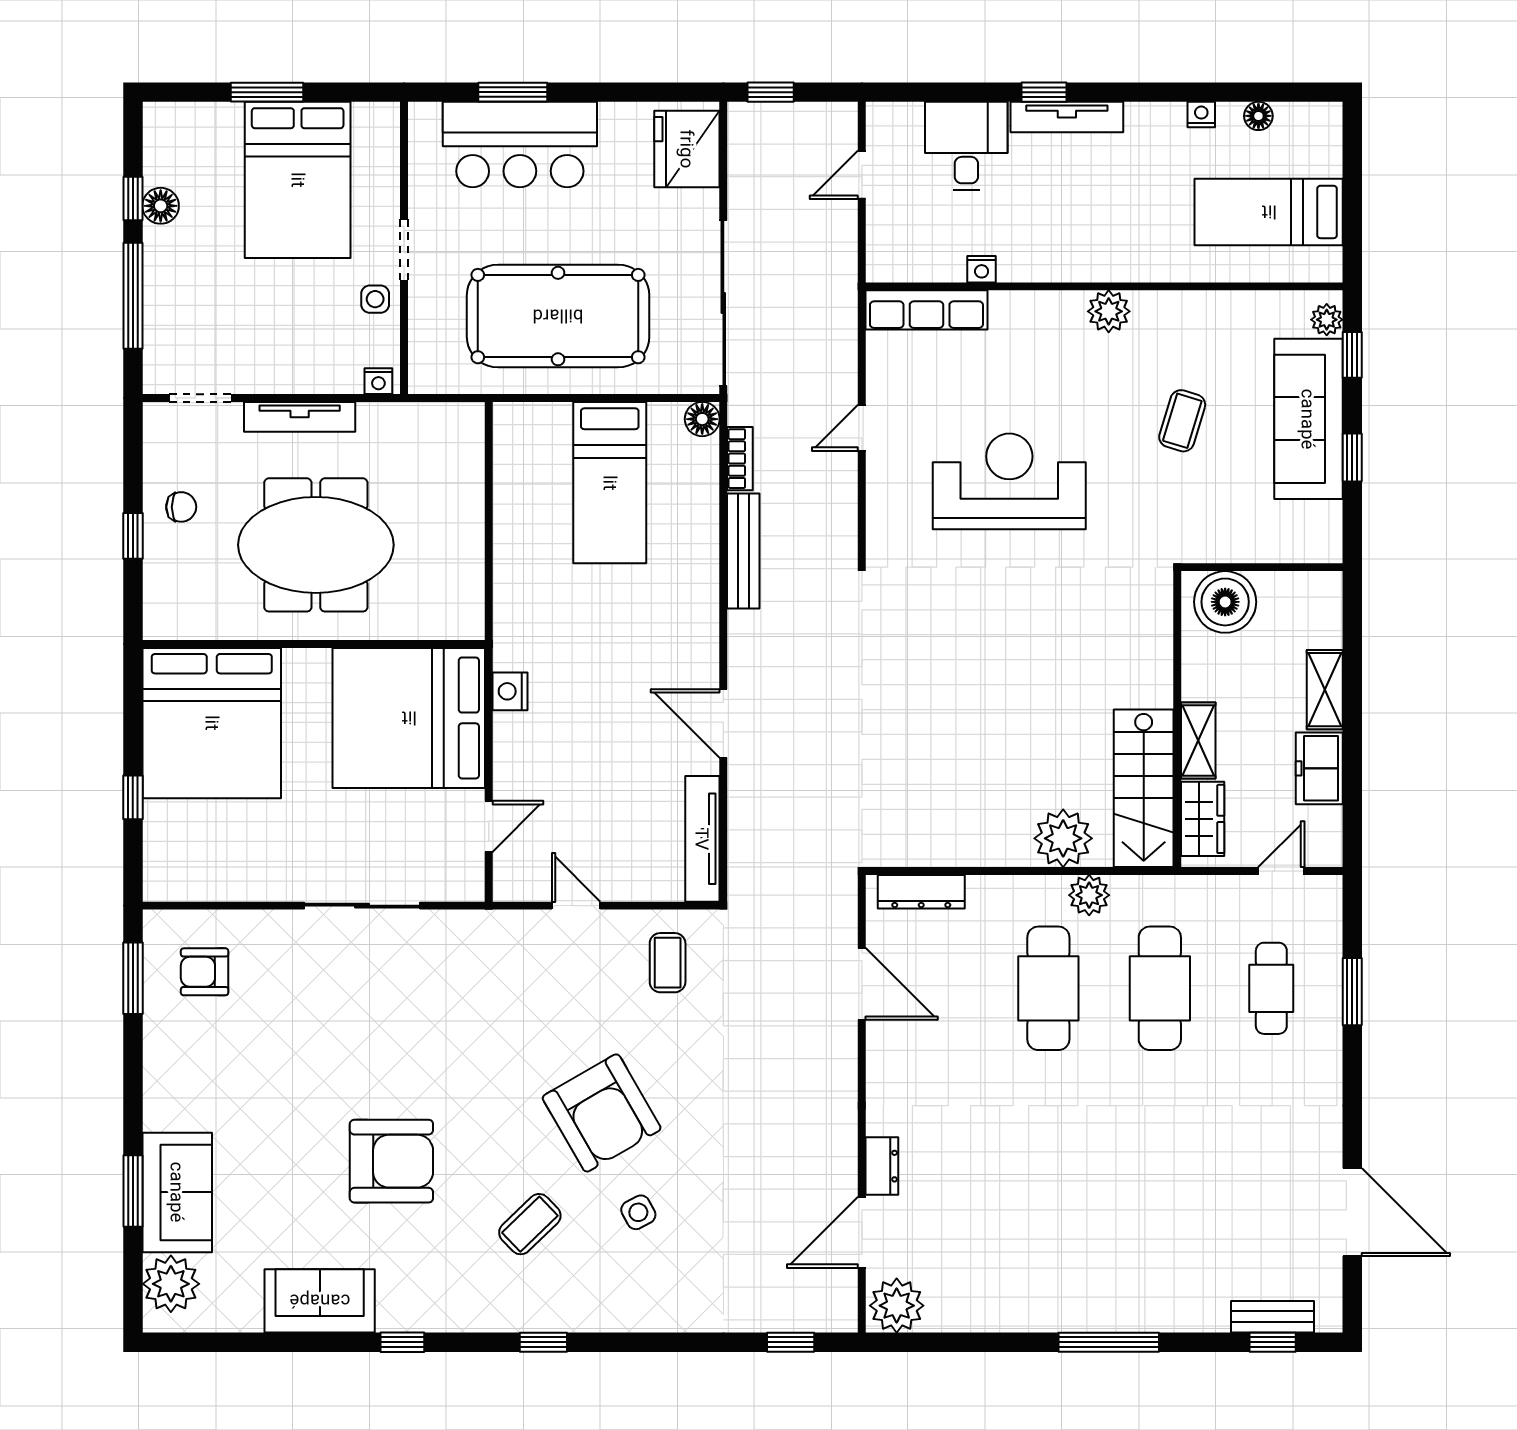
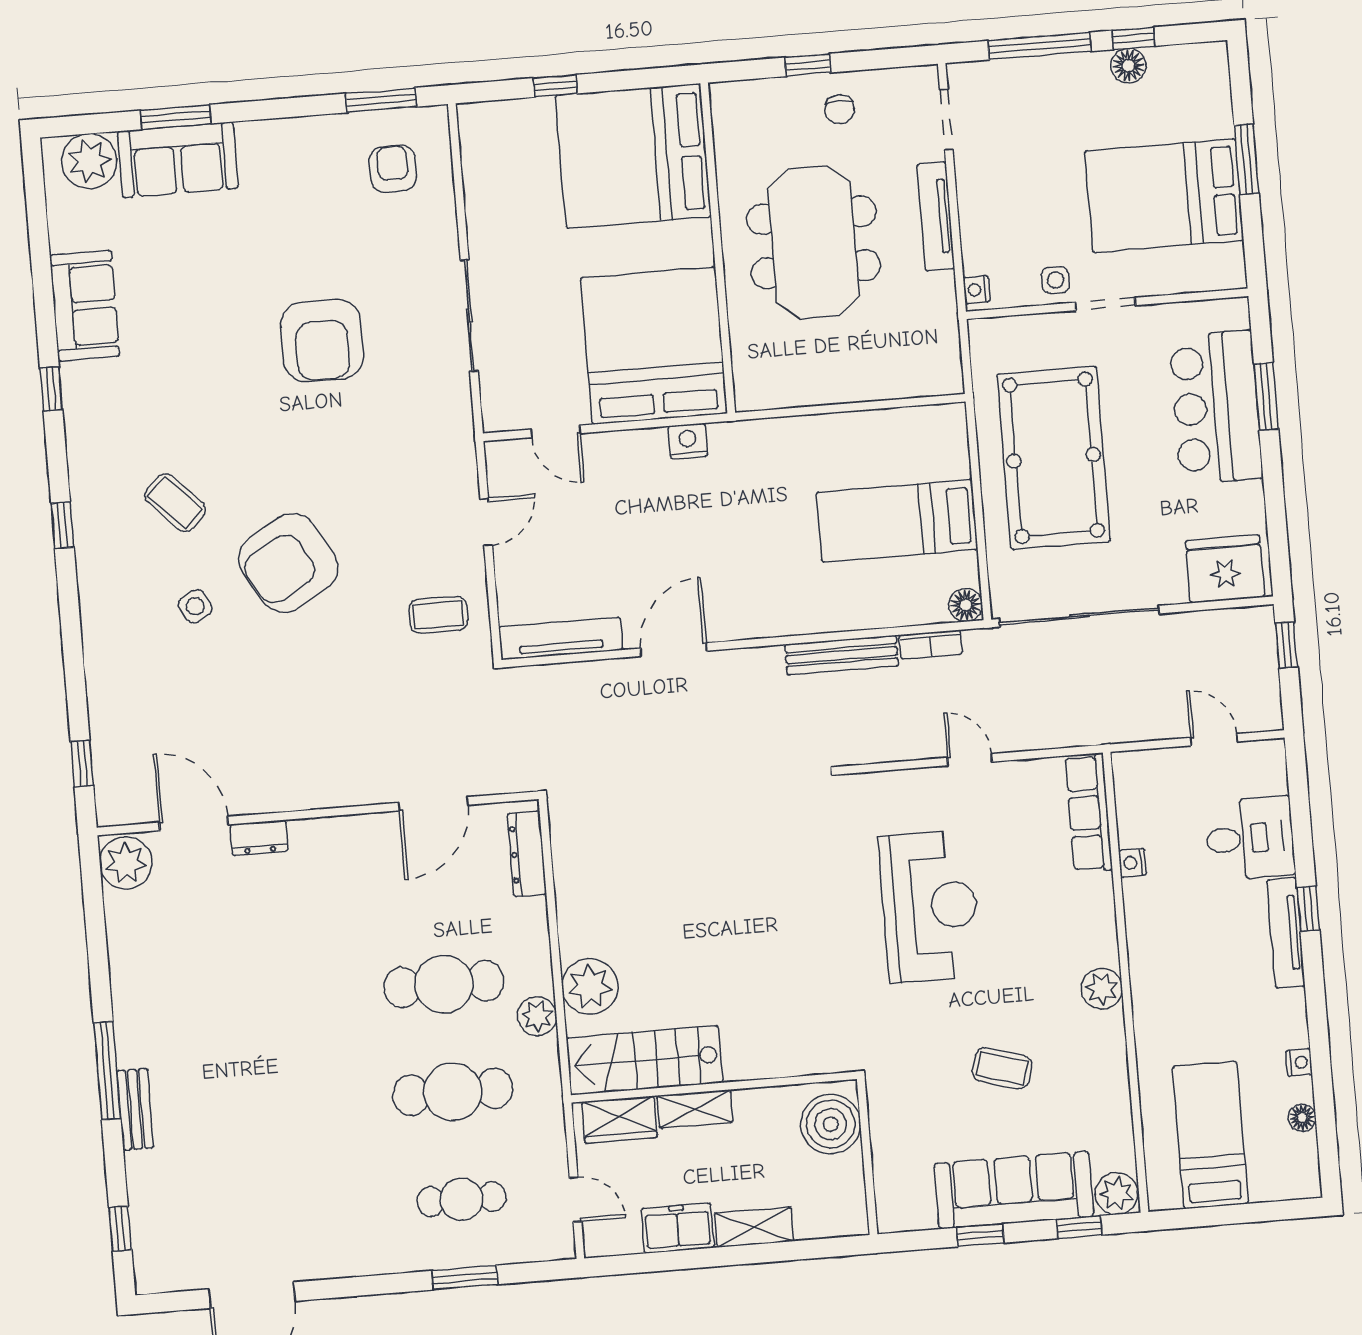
plant: (1327, 320) -> (1116, 1194), width x1.38, depth x1.38
armchair: (391, 1161) -> (322, 341), moved
bench: (1272, 1317) -> (135, 1109), moved

